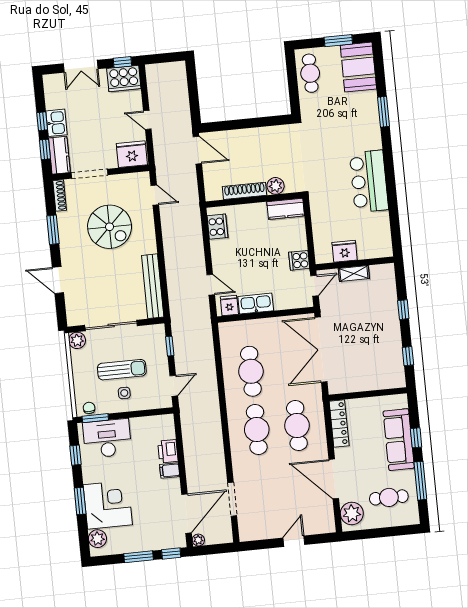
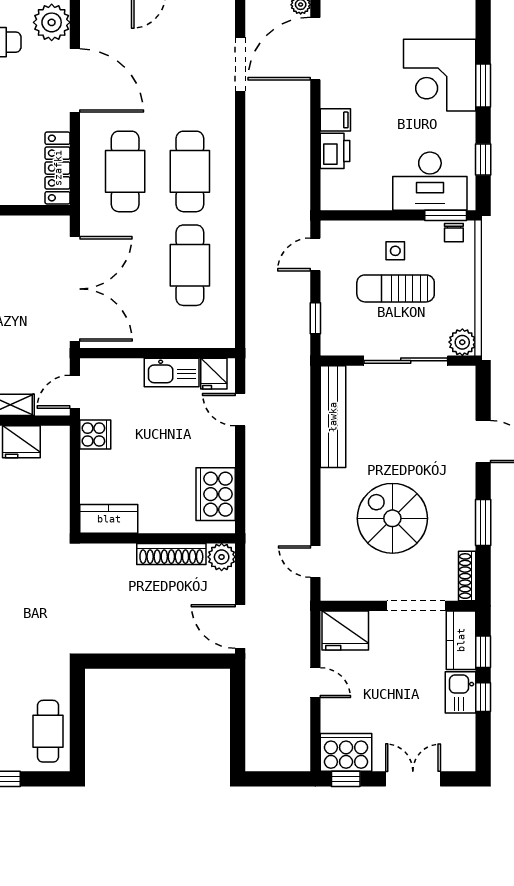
plant: (276, 186) -> (222, 557), moved
cooker: (217, 227) -> (216, 494), width x1.37, depth x1.31
plant: (97, 539) -> (461, 23), removed

